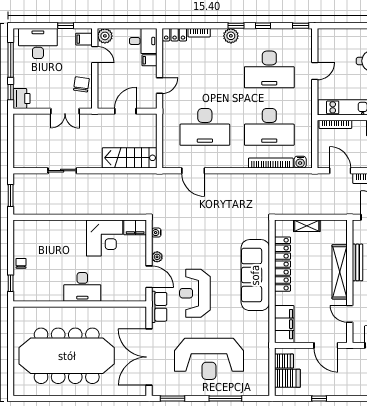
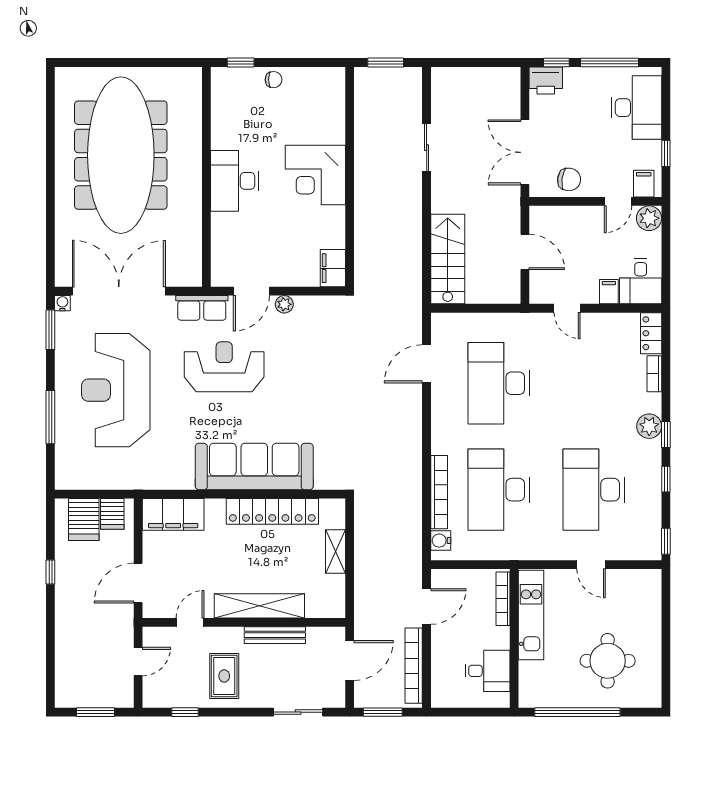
double door: (65, 111) -> (525, 152), width x1.37
water cooler: (156, 233) -> (62, 303), moved
corner desk: (105, 238) -> (315, 175), moved

